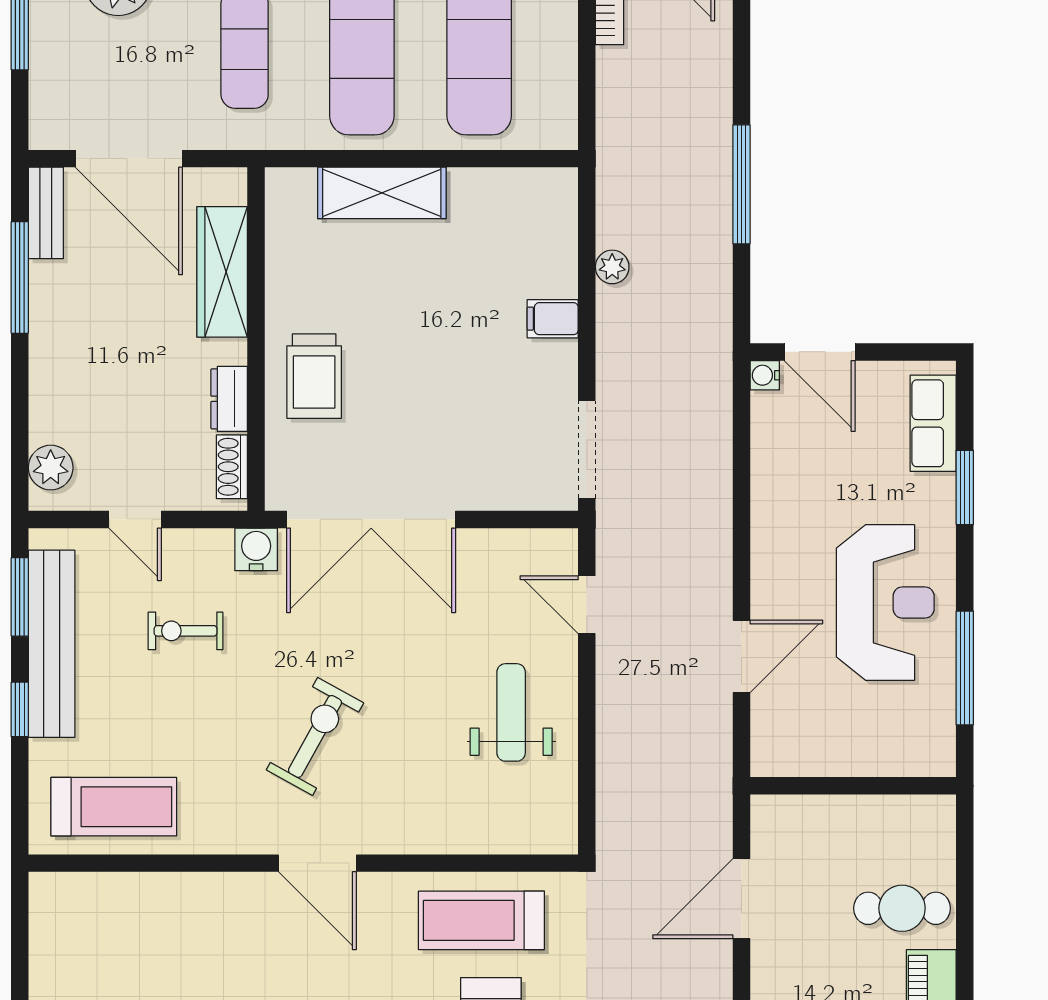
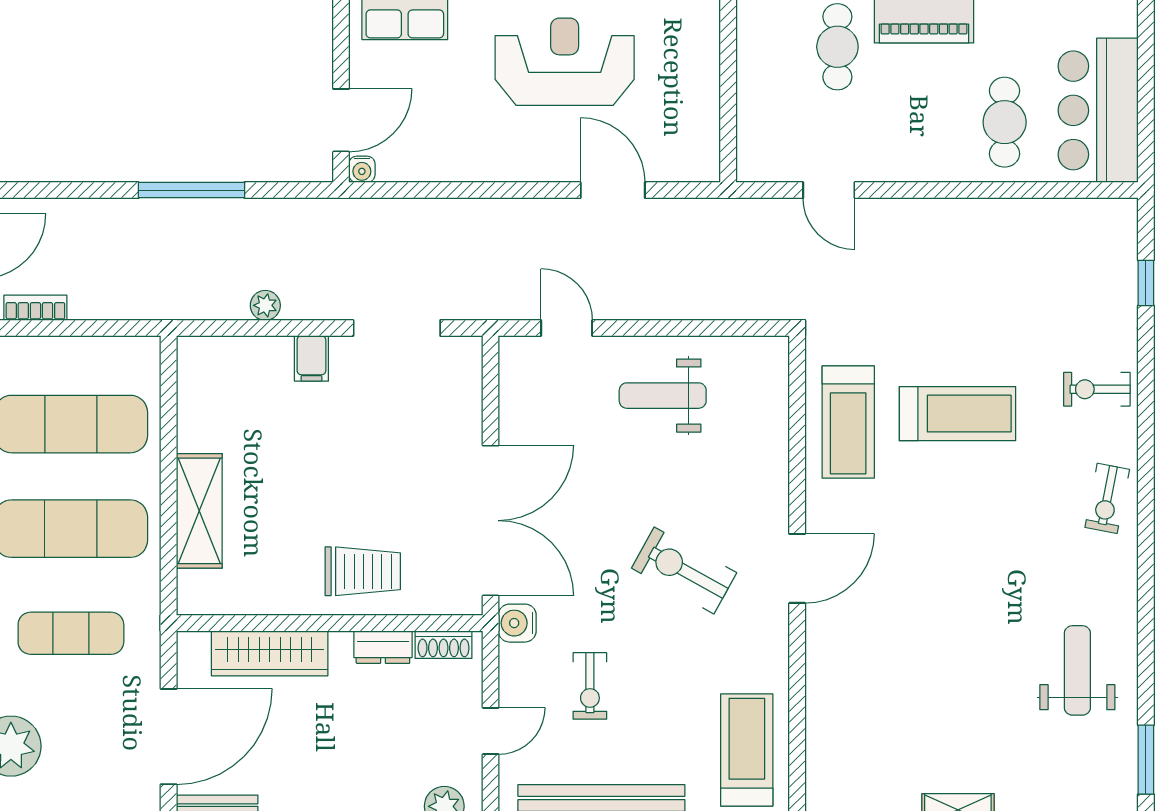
doorway: (587, 450) -> (397, 328), moved
door: (587, 605) -> (567, 328), swing flipped
door: (741, 899) -> (829, 190), width x0.73

